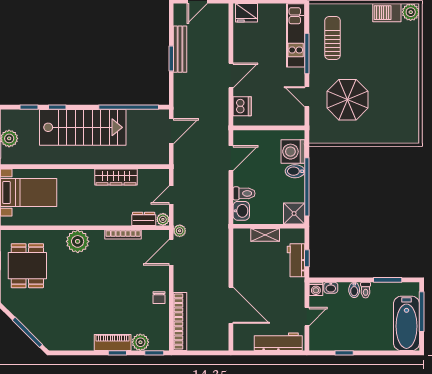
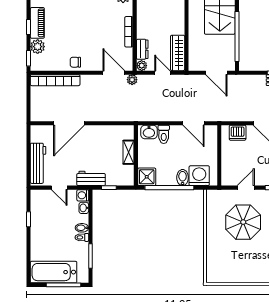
wardrobe: (116, 177) -> (178, 53), moved
workbench: (296, 260) -> (91, 178), moved

